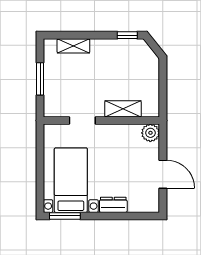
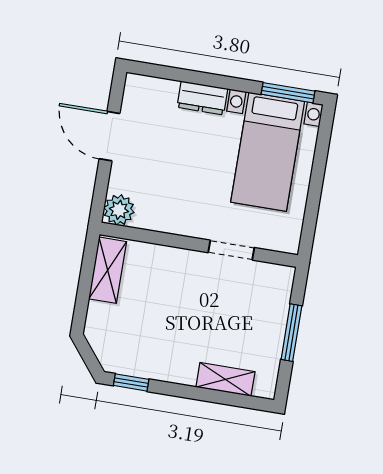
shelving: (123, 109) -> (108, 270), moved, turned 90

